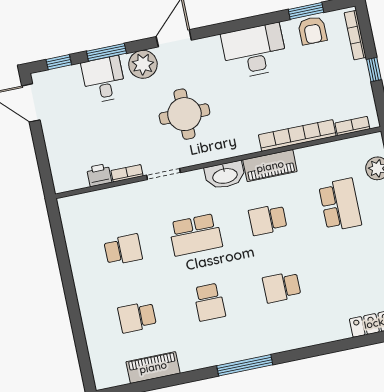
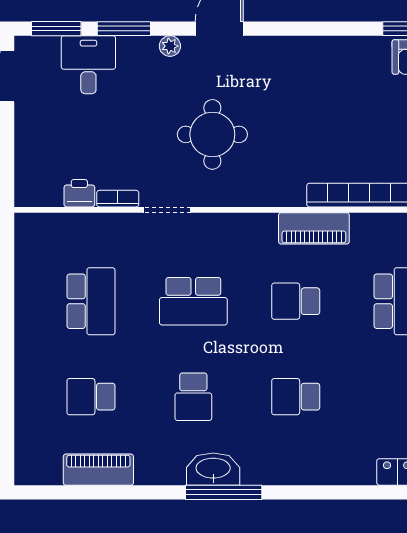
desk: (254, 51) -> (325, 68), removed
window: (59, 62) -> (56, 29), width x1.50
plant: (143, 64) -> (170, 46), width x0.53, depth x0.53
desk: (104, 79) -> (88, 65), moved
washbasin: (225, 175) -> (213, 469), moved, turned 180
school desk: (123, 250) -> (91, 301), width x1.85

